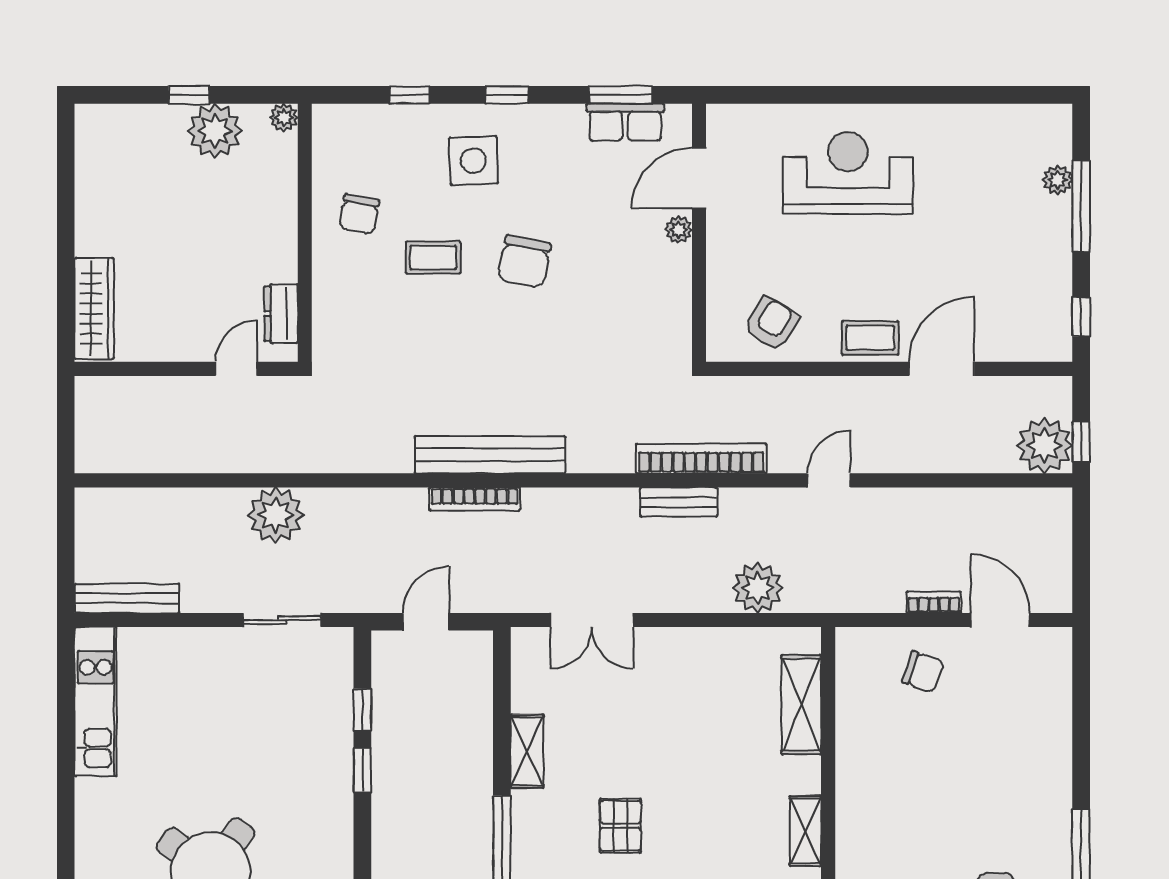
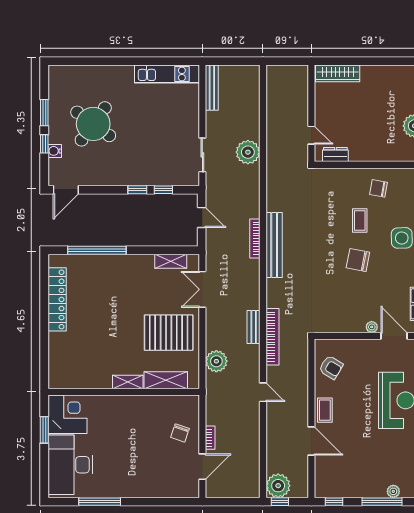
shelving: (527, 751) -> (171, 261), moved
pallet: (620, 826) -> (169, 333), moved, width x2.05, depth x2.00
shelving: (805, 831) -> (128, 382), moved

